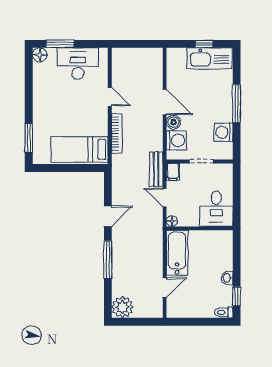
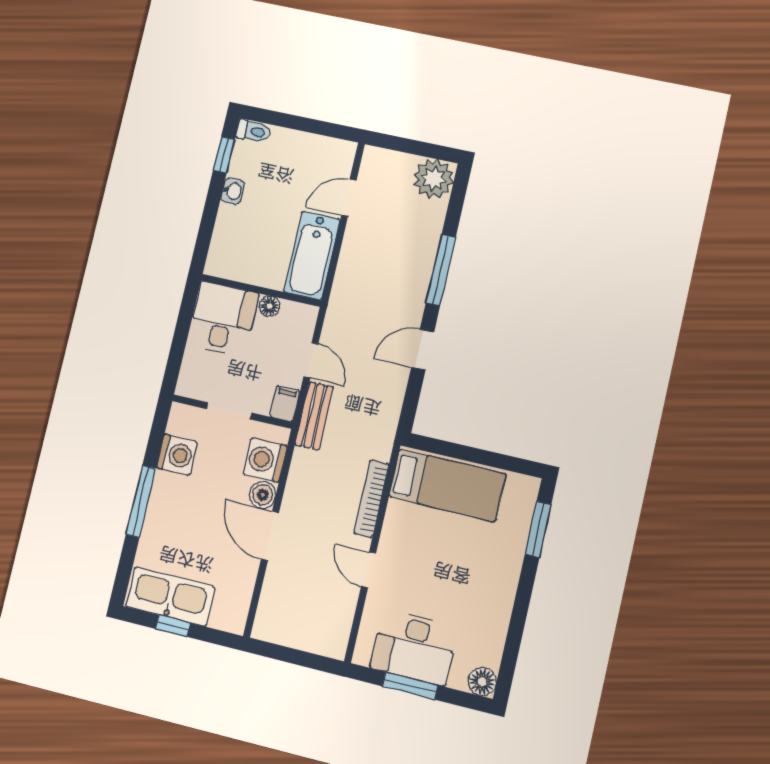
window: (60, 44) -> (410, 686), moved
floor lamp: (172, 221) -> (269, 306), moved

